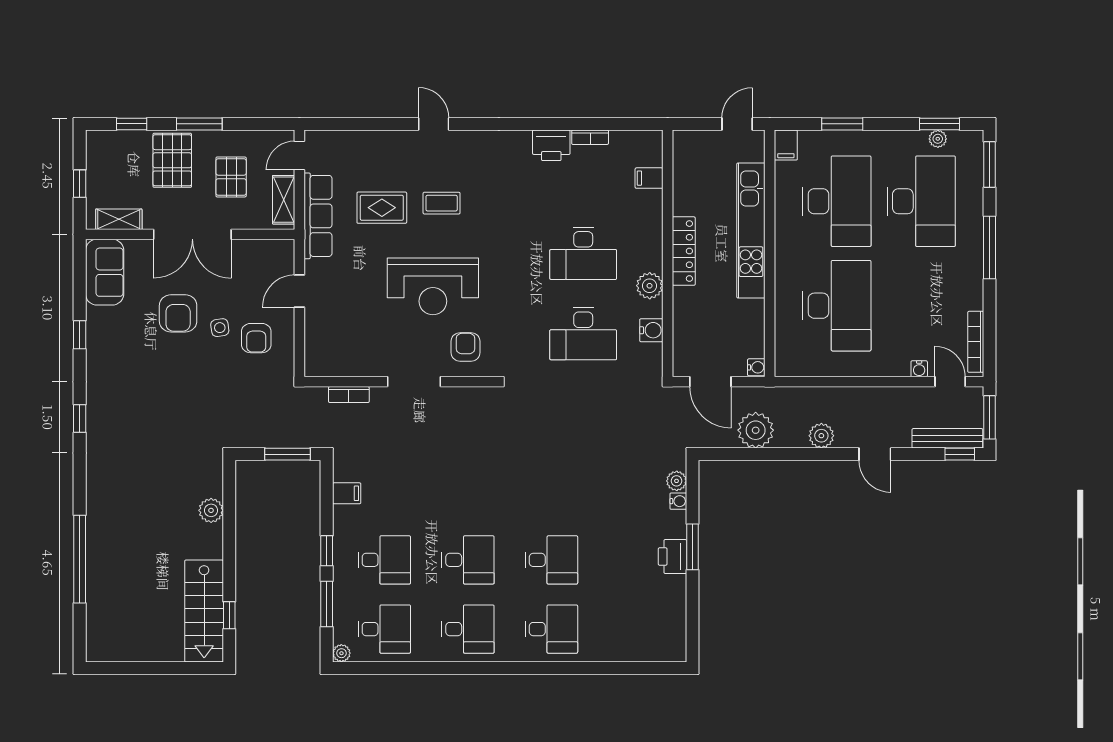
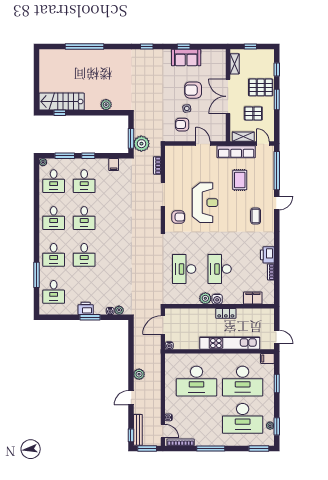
window: (361, 124) -> (277, 171), added
filing cabinet: (649, 178) -> (253, 298), width x2.00
coffee table: (442, 203) -> (256, 216), moved
window: (989, 247) -> (211, 448), moved
locker: (684, 251) -> (226, 313), width x0.66
sofa: (105, 272) -> (186, 58), moved
reception desk: (433, 286) -> (205, 203), turned 180
water cooler: (651, 330) -> (217, 299), moved
door: (950, 382) -> (163, 431), hinge flipped
plant: (756, 430) -> (141, 144), moved
desk: (635, 629) -> (54, 292), added
window: (596, 668) -> (36, 275), added

